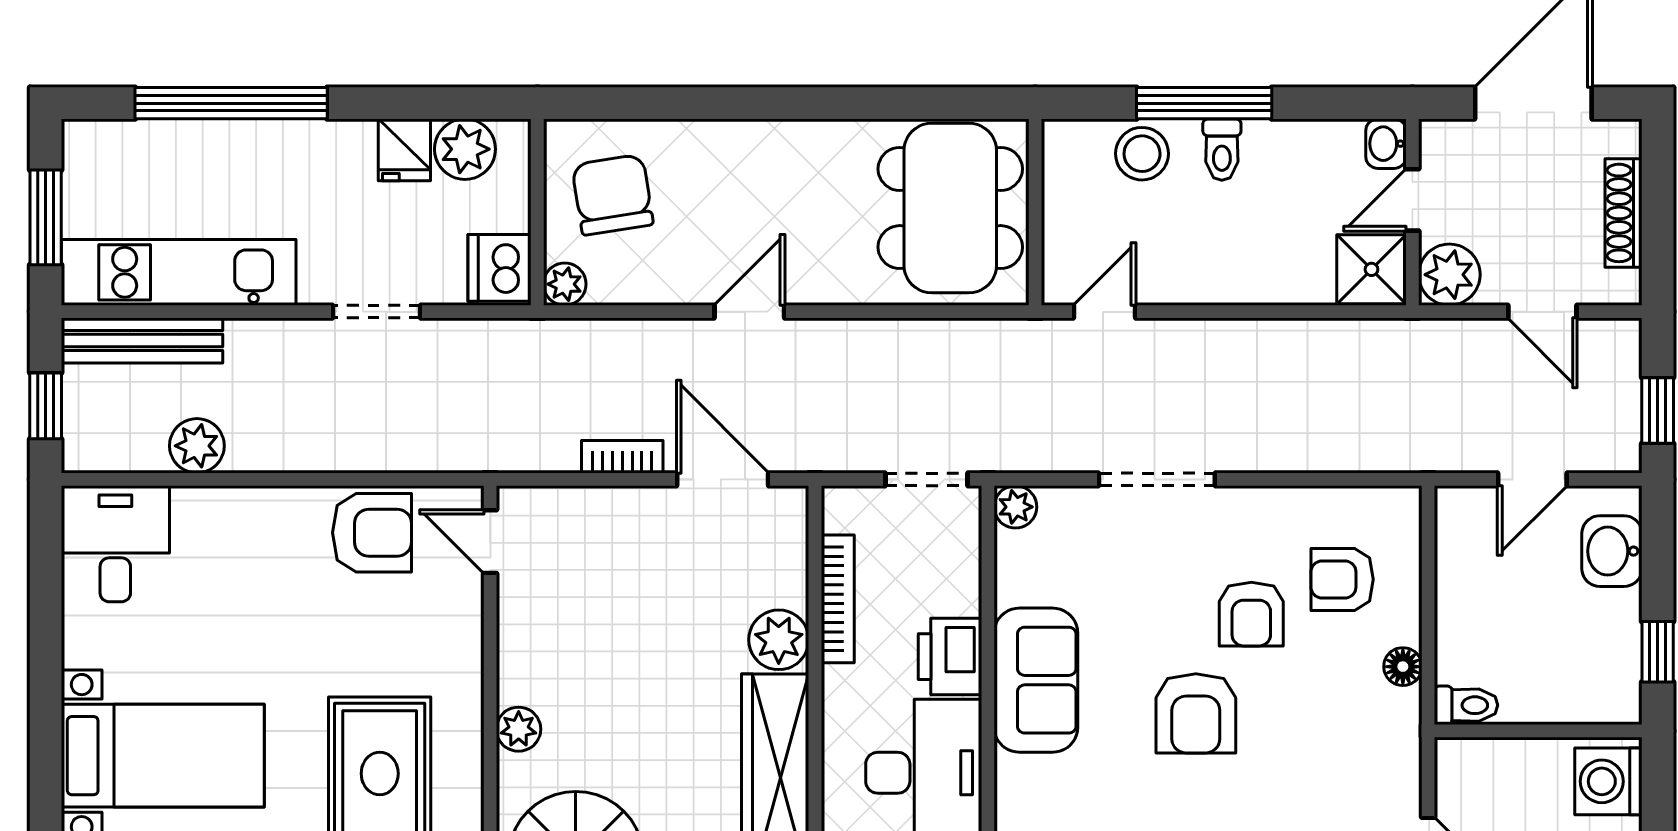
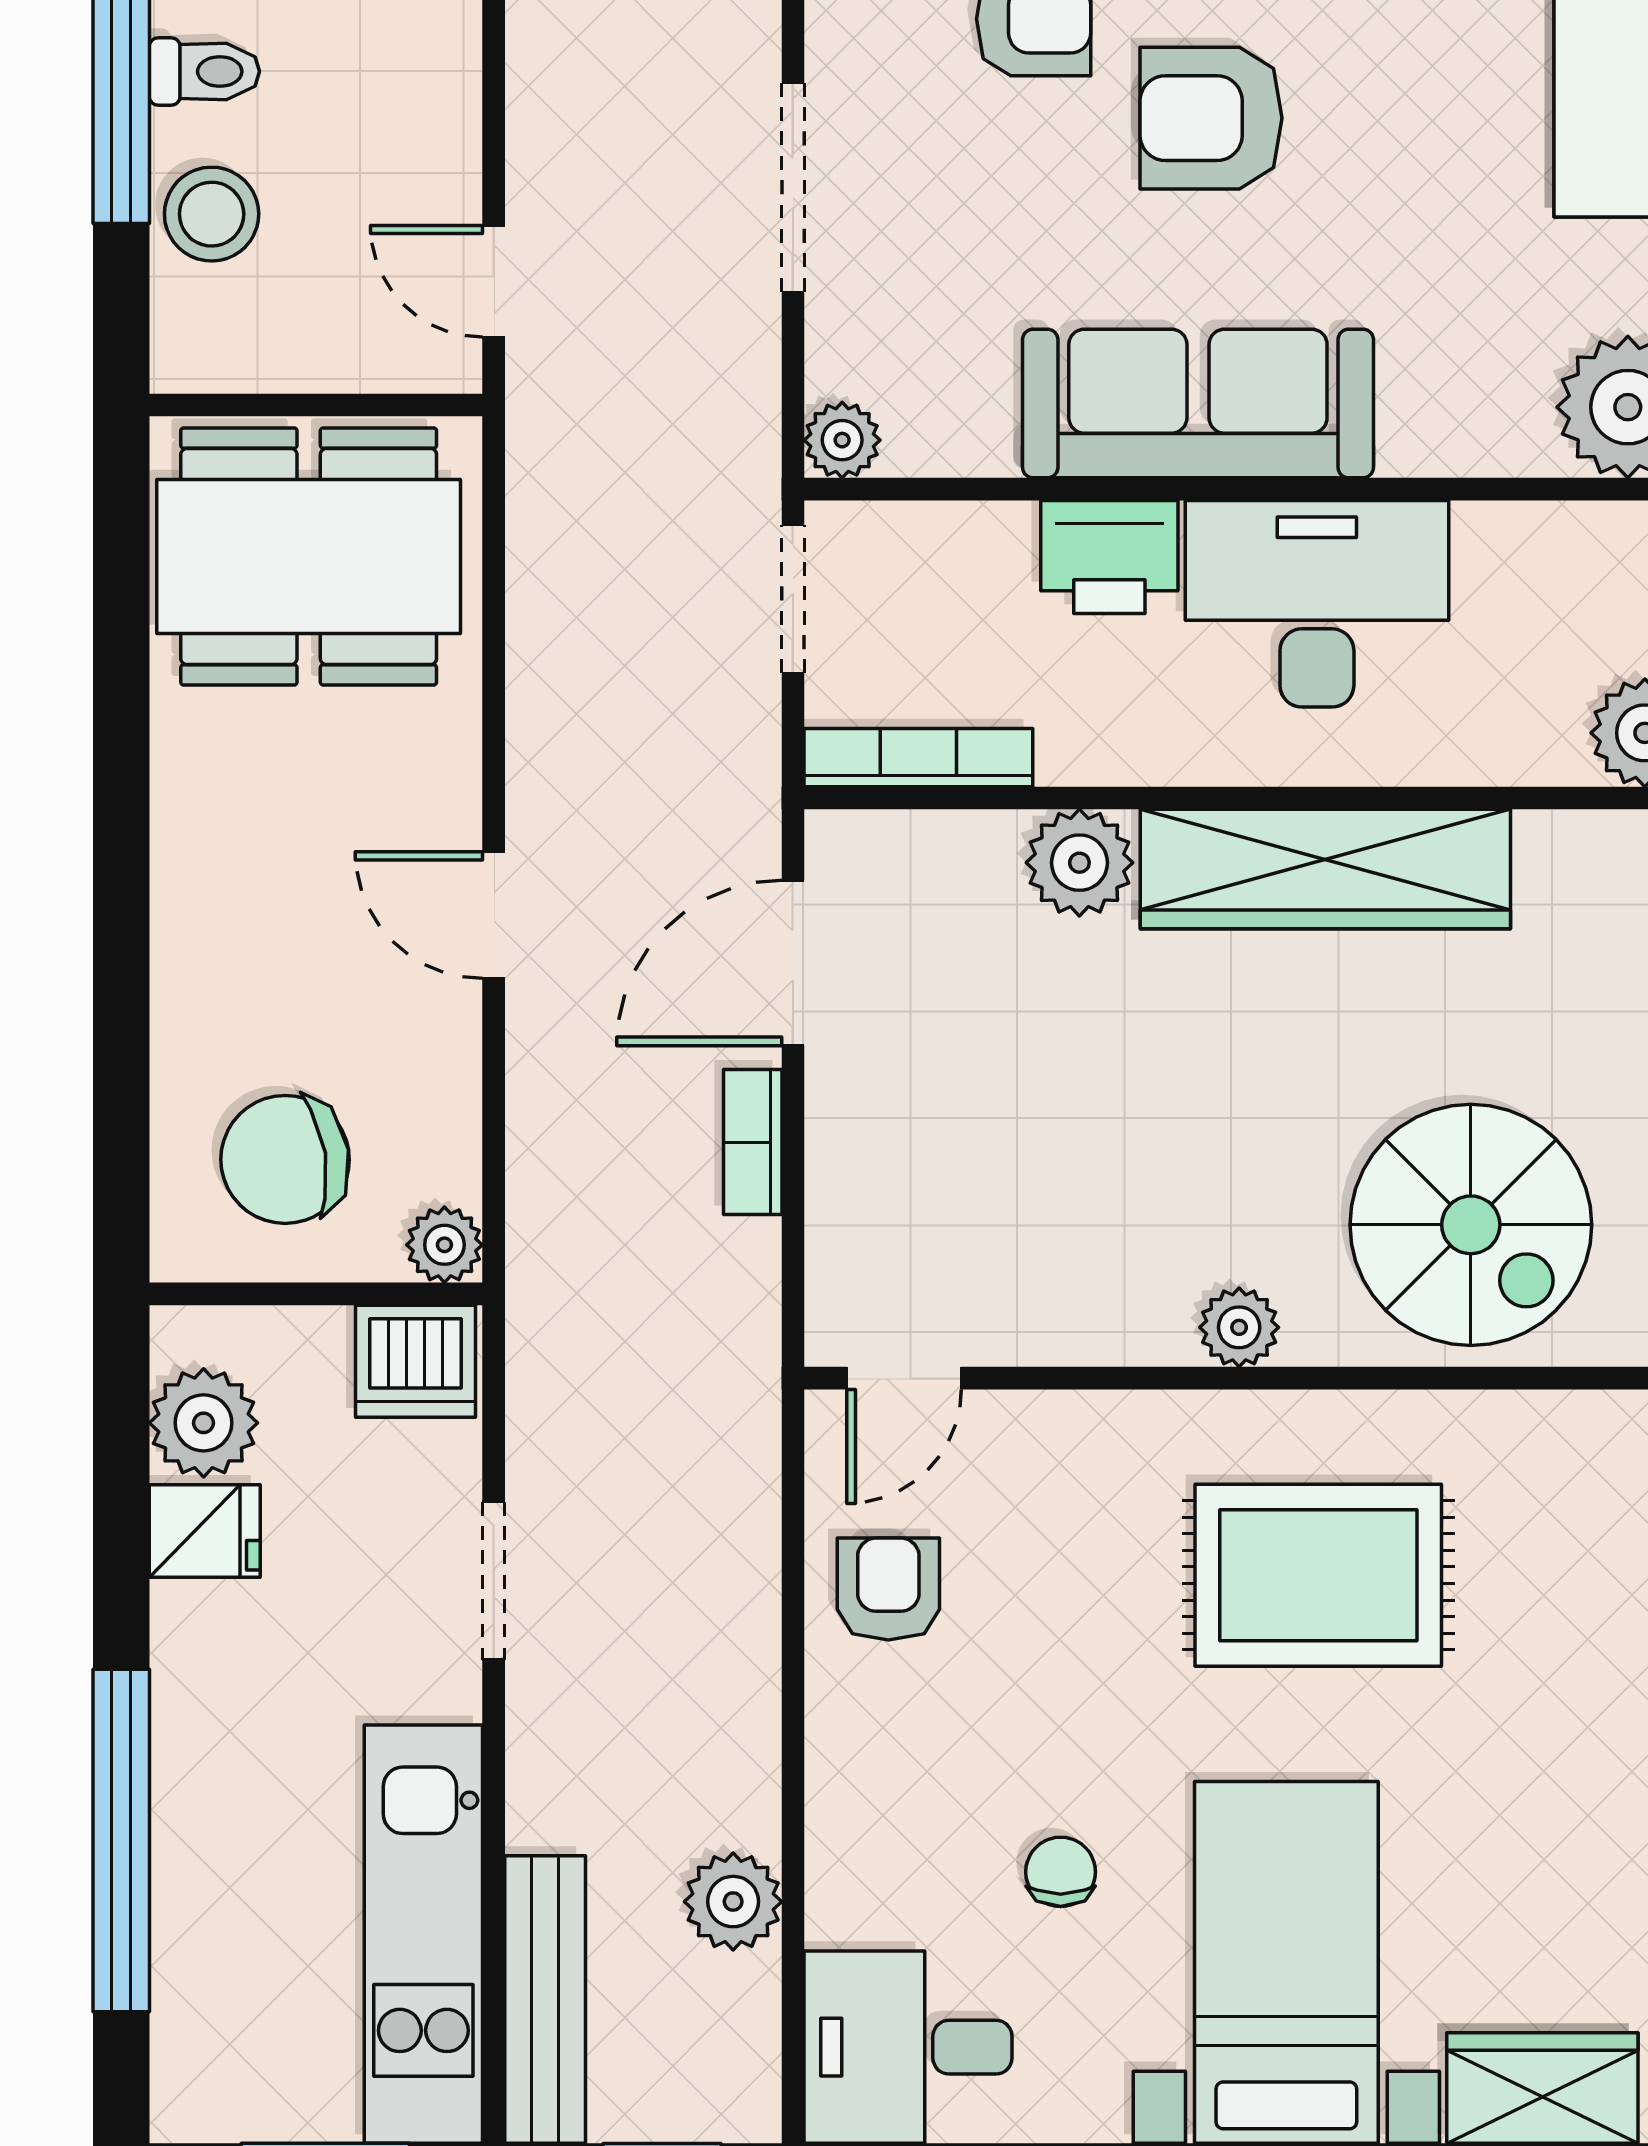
armchair: (372, 533) -> (888, 1589), width x0.72, depth x0.72
bookcase: (838, 599) -> (918, 758), moved
chair: (214, 629) -> (1061, 1872), added
sofa: (1036, 680) -> (1198, 404), width x1.36
armchair: (1196, 713) -> (1211, 118), turned 180

